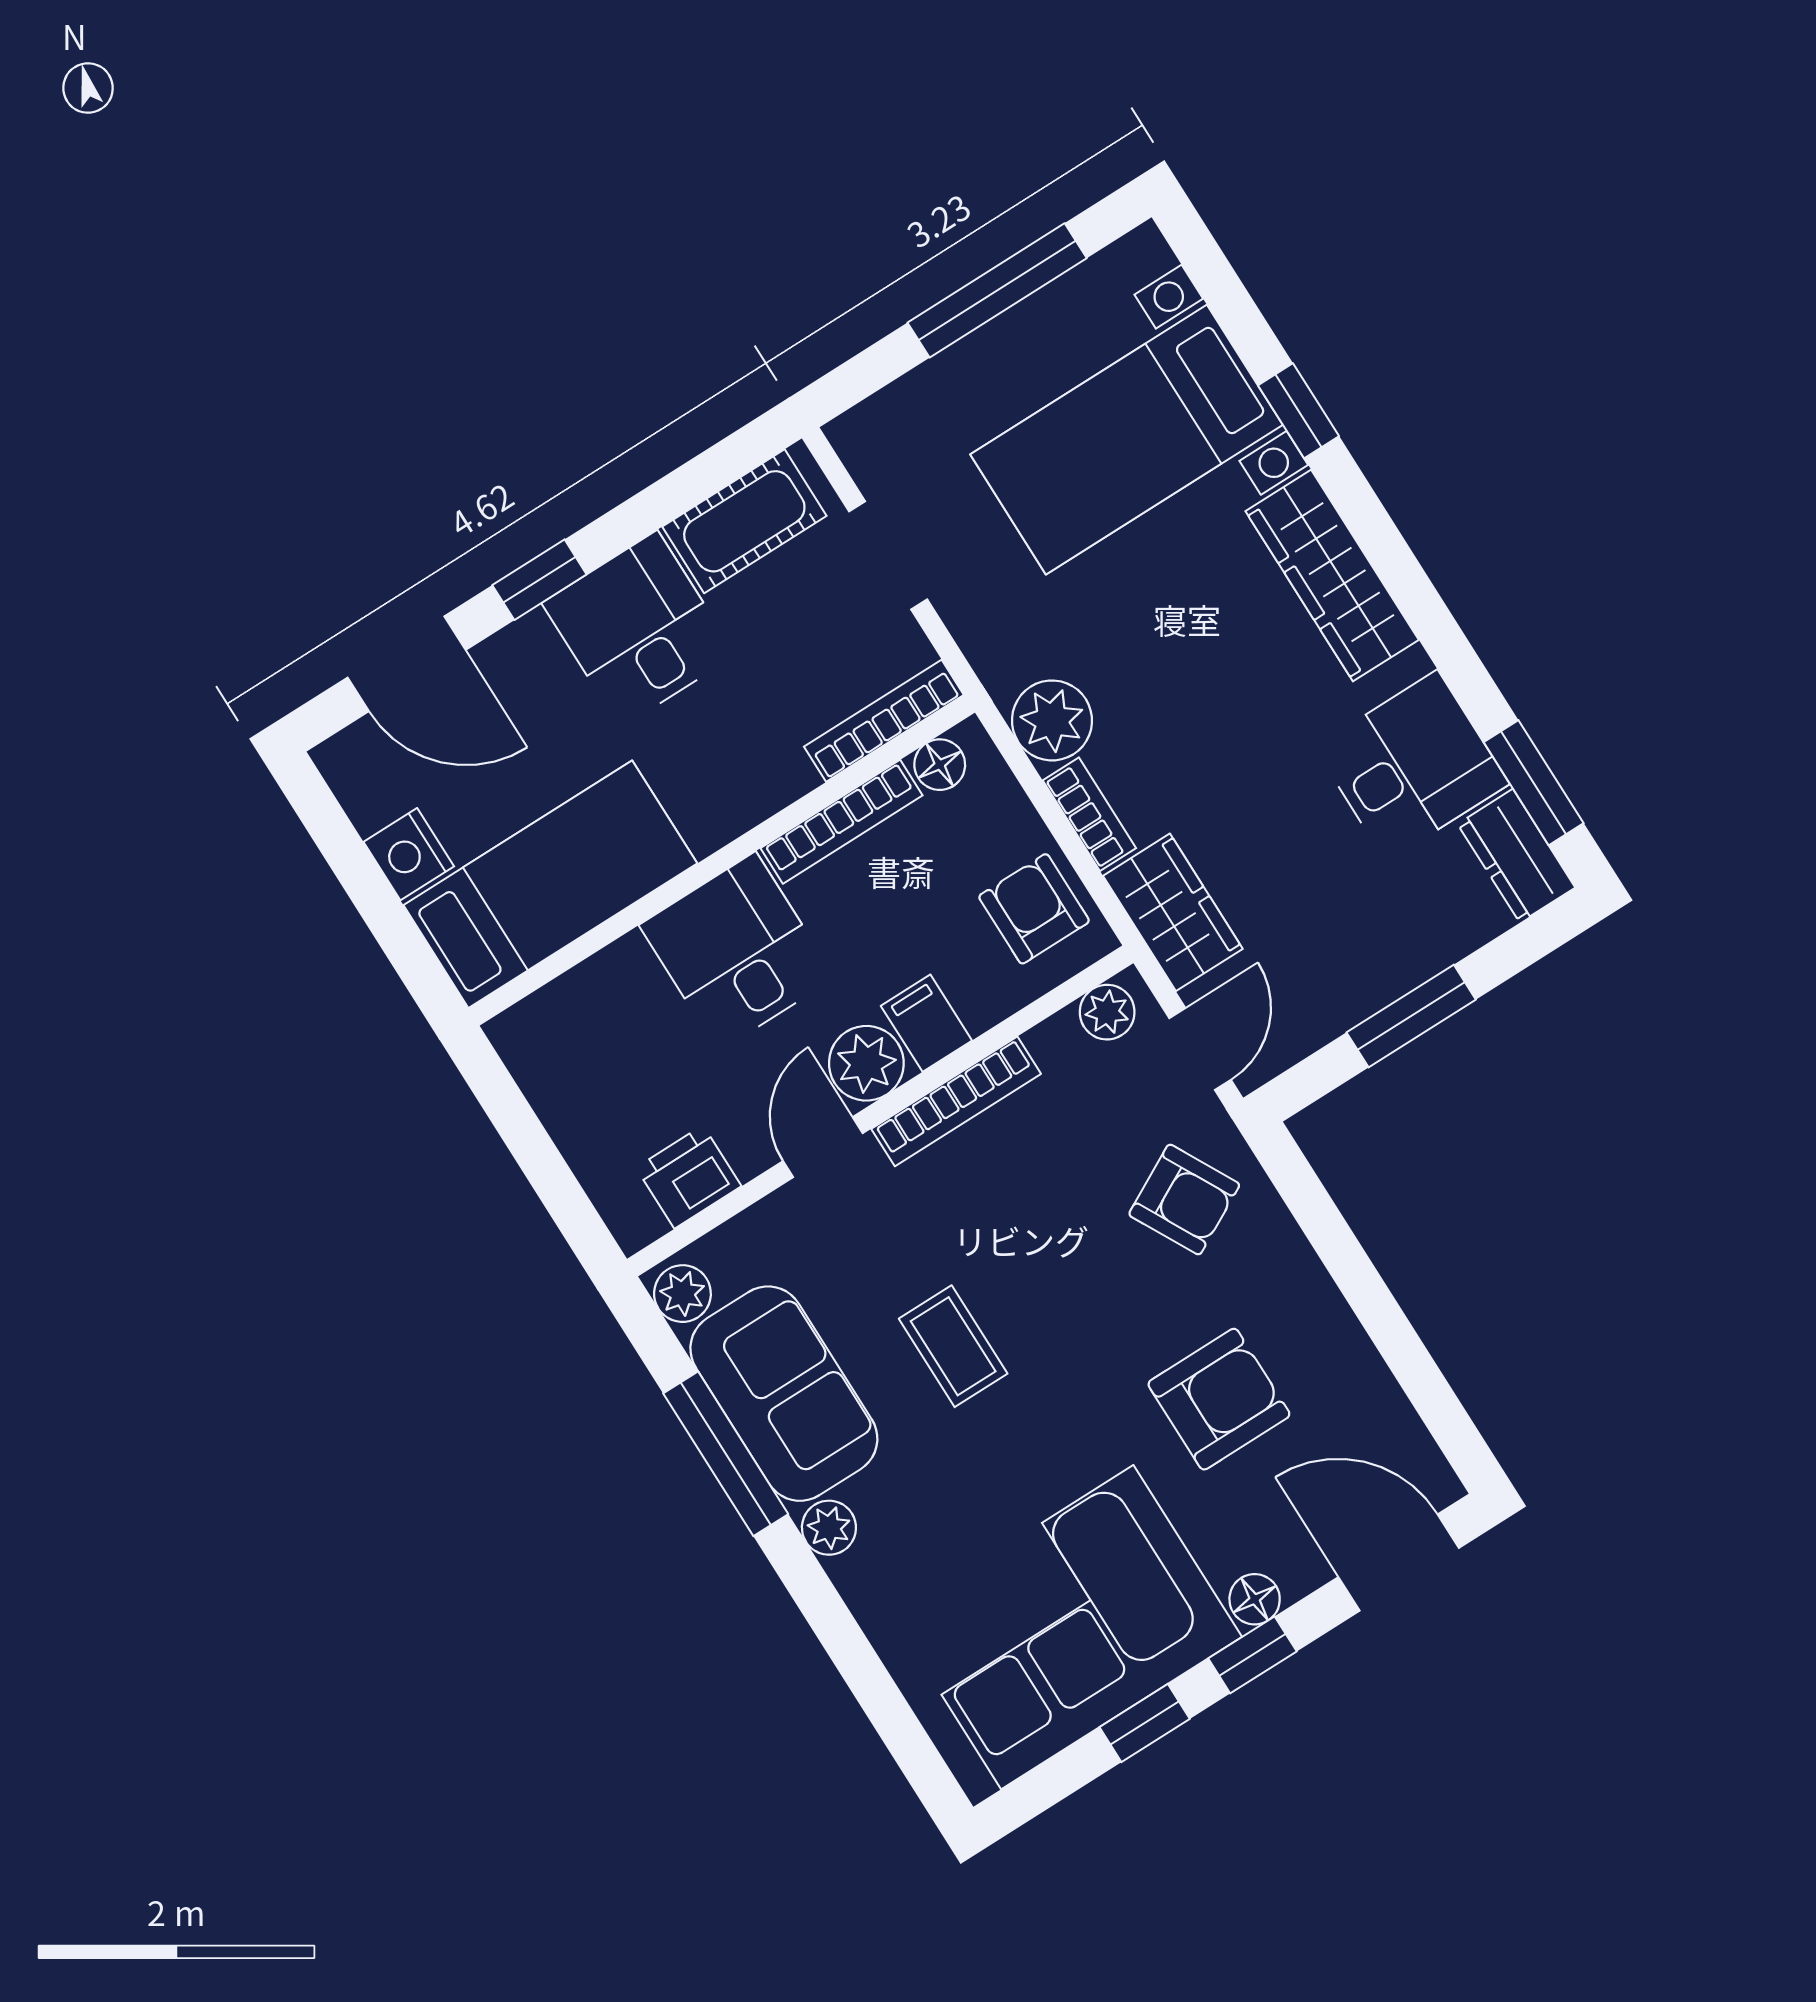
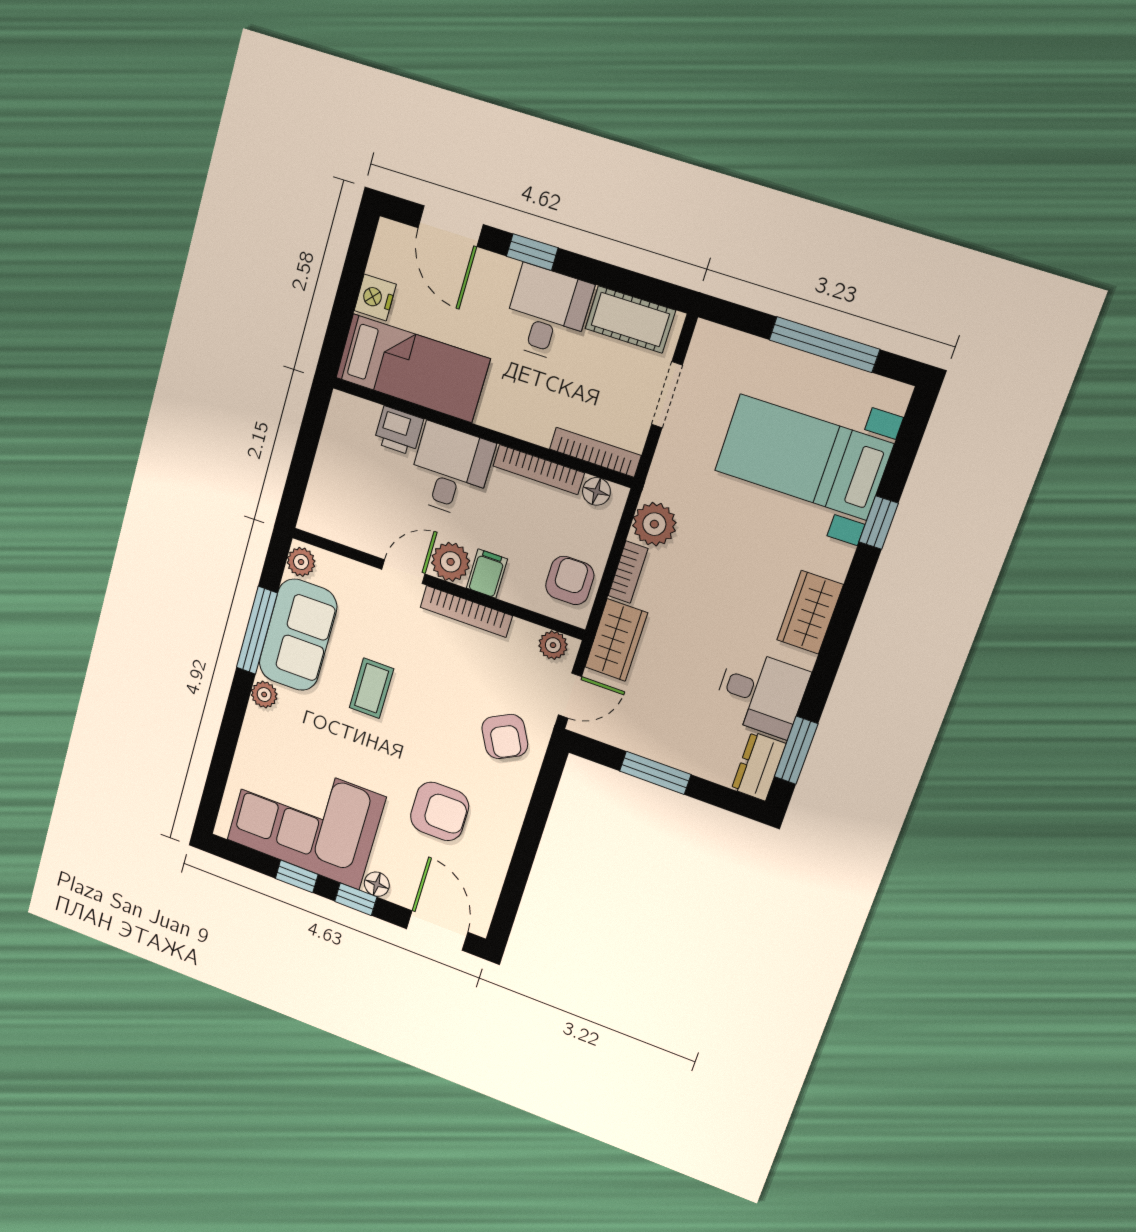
wardrobe: (1332, 575) -> (810, 612), width x0.67
printer: (689, 1177) -> (399, 431), moved, turned 180

